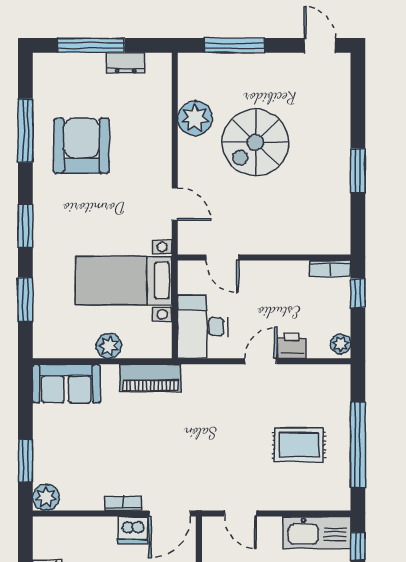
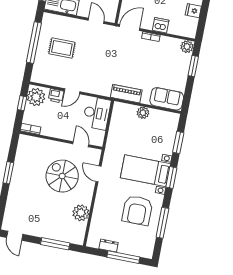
spiral stairs: (255, 142) -> (62, 176), moved, turned -90
bed with nightstands: (124, 281) -> (145, 171), moved, turned 180
window: (358, 293) -> (22, 103), moved
plant: (341, 344) -> (36, 97), width x1.88, depth x1.88
dishwasher: (133, 530) -> (161, 25), moved

